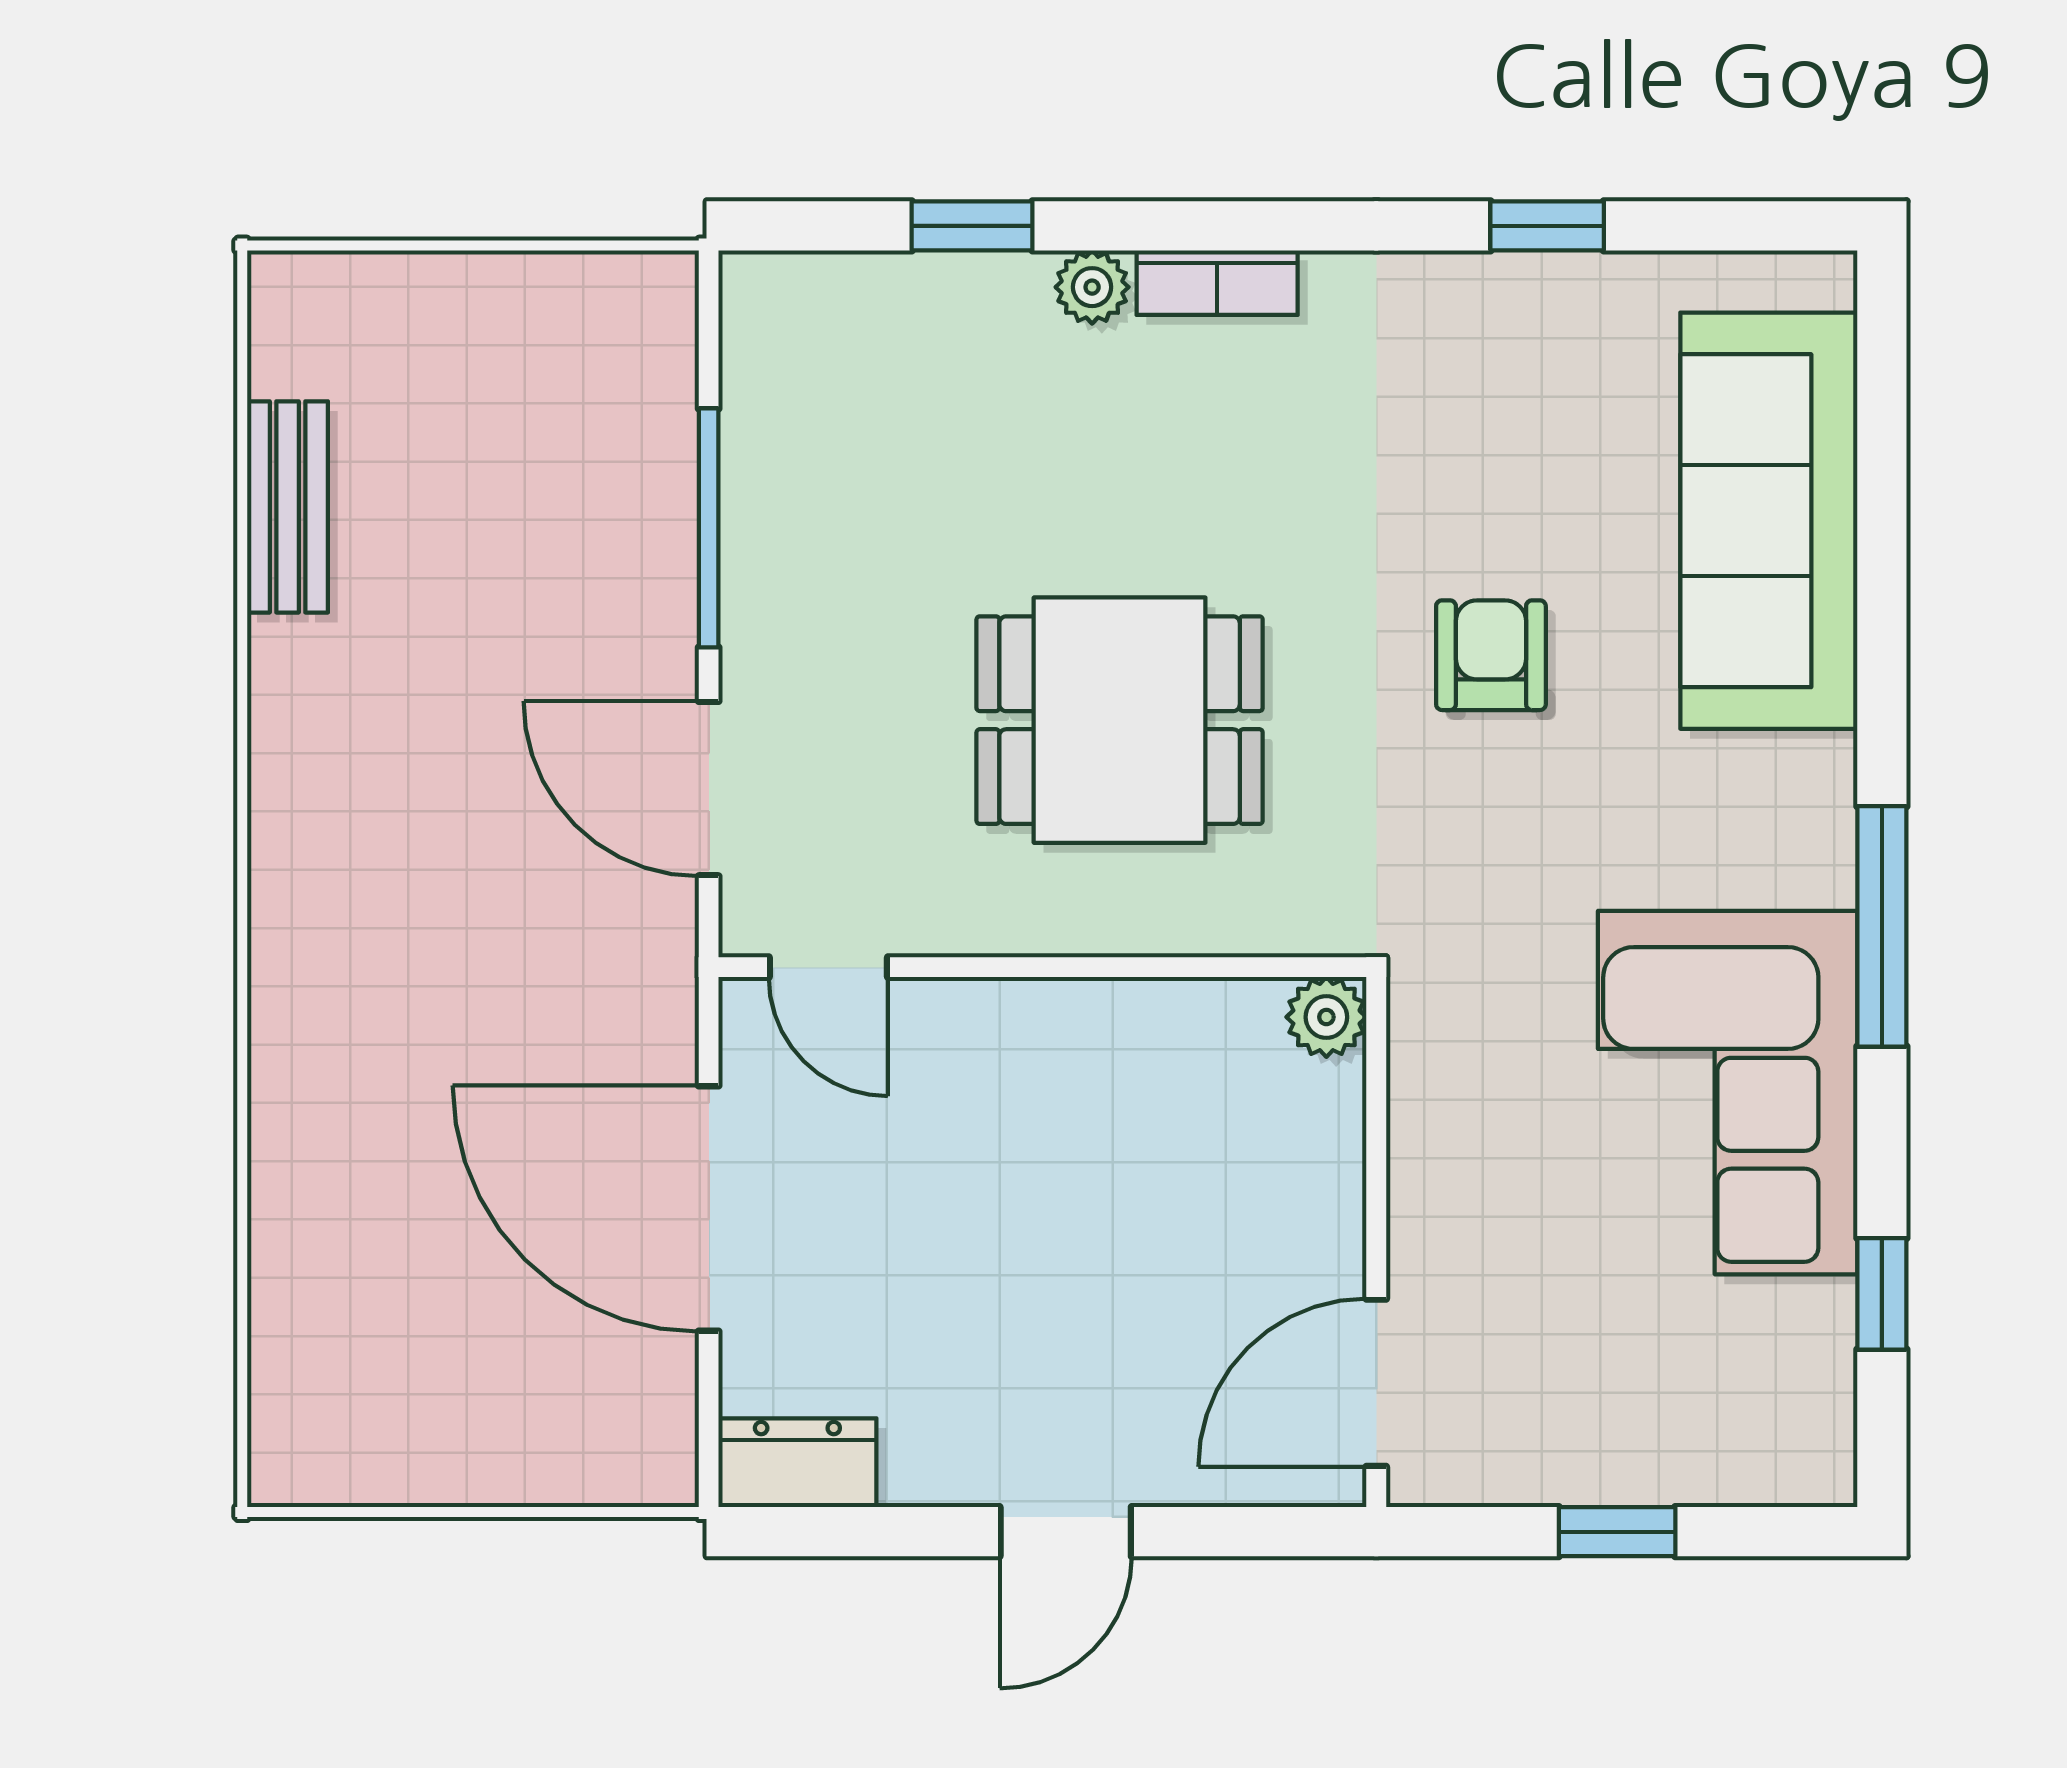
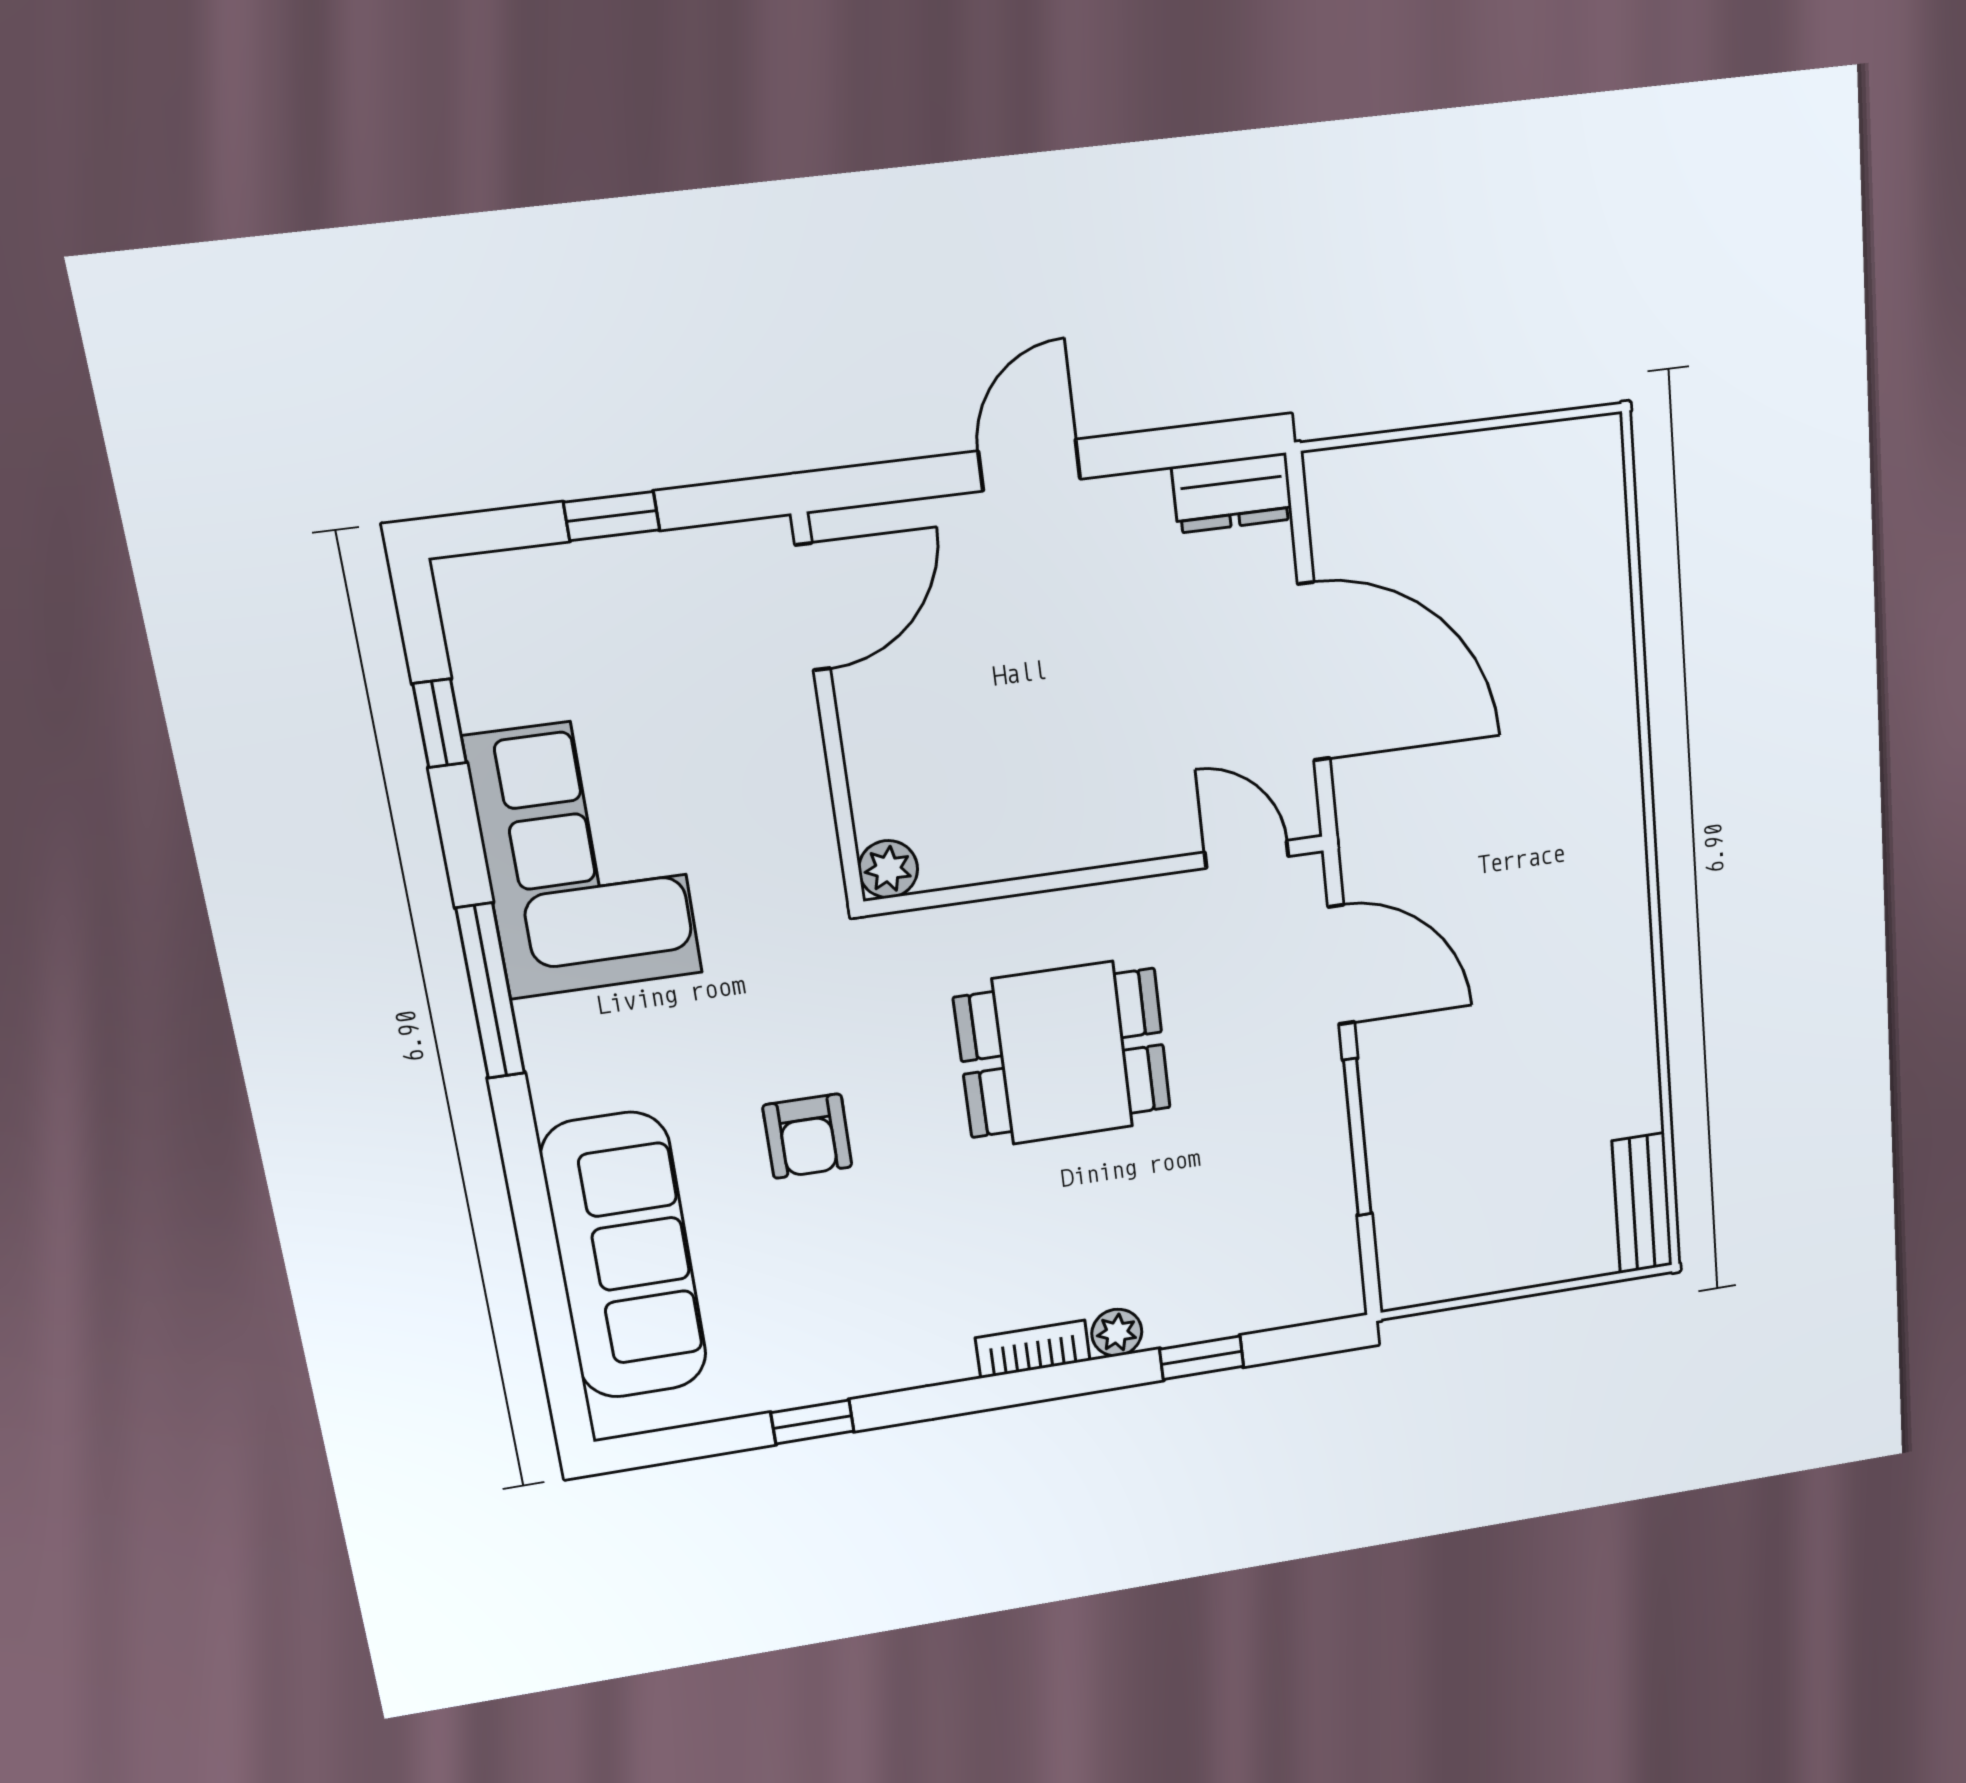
bench: (288, 507) -> (1642, 1203), moved

